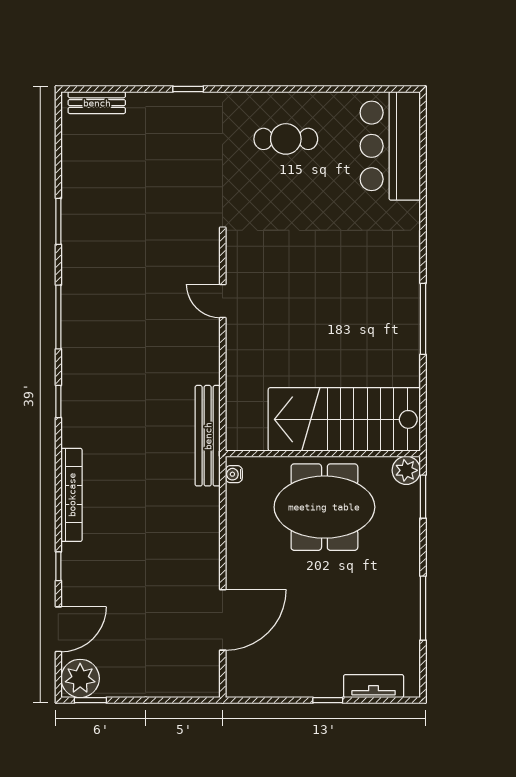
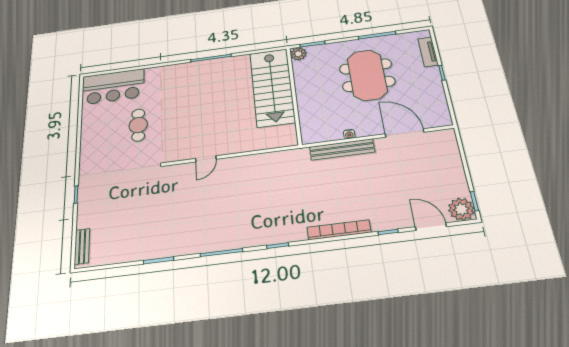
cafe table: (286, 139) -> (138, 125), moved
bench: (208, 436) -> (342, 149), moved
water cooler: (234, 474) -> (349, 134), moved
meeting table: (324, 507) -> (367, 75), moved

